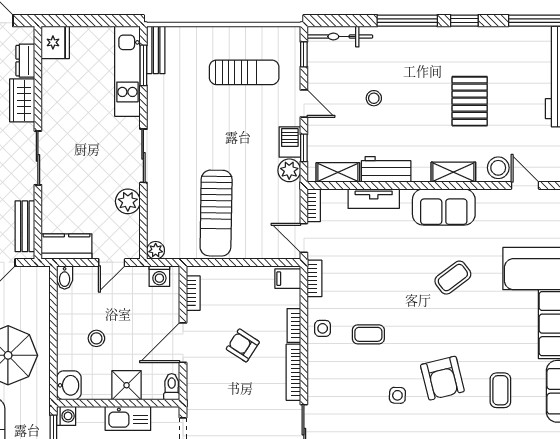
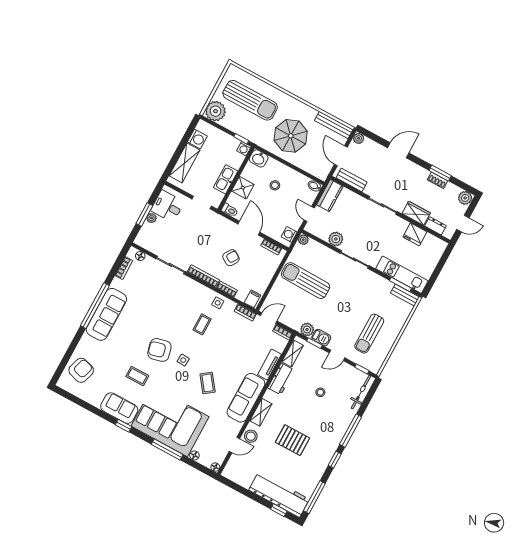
fridge: (55, 42) -> (415, 234), moved
sofa: (444, 207) -> (246, 398), width x1.36
side table: (397, 395) -> (183, 360), moved

